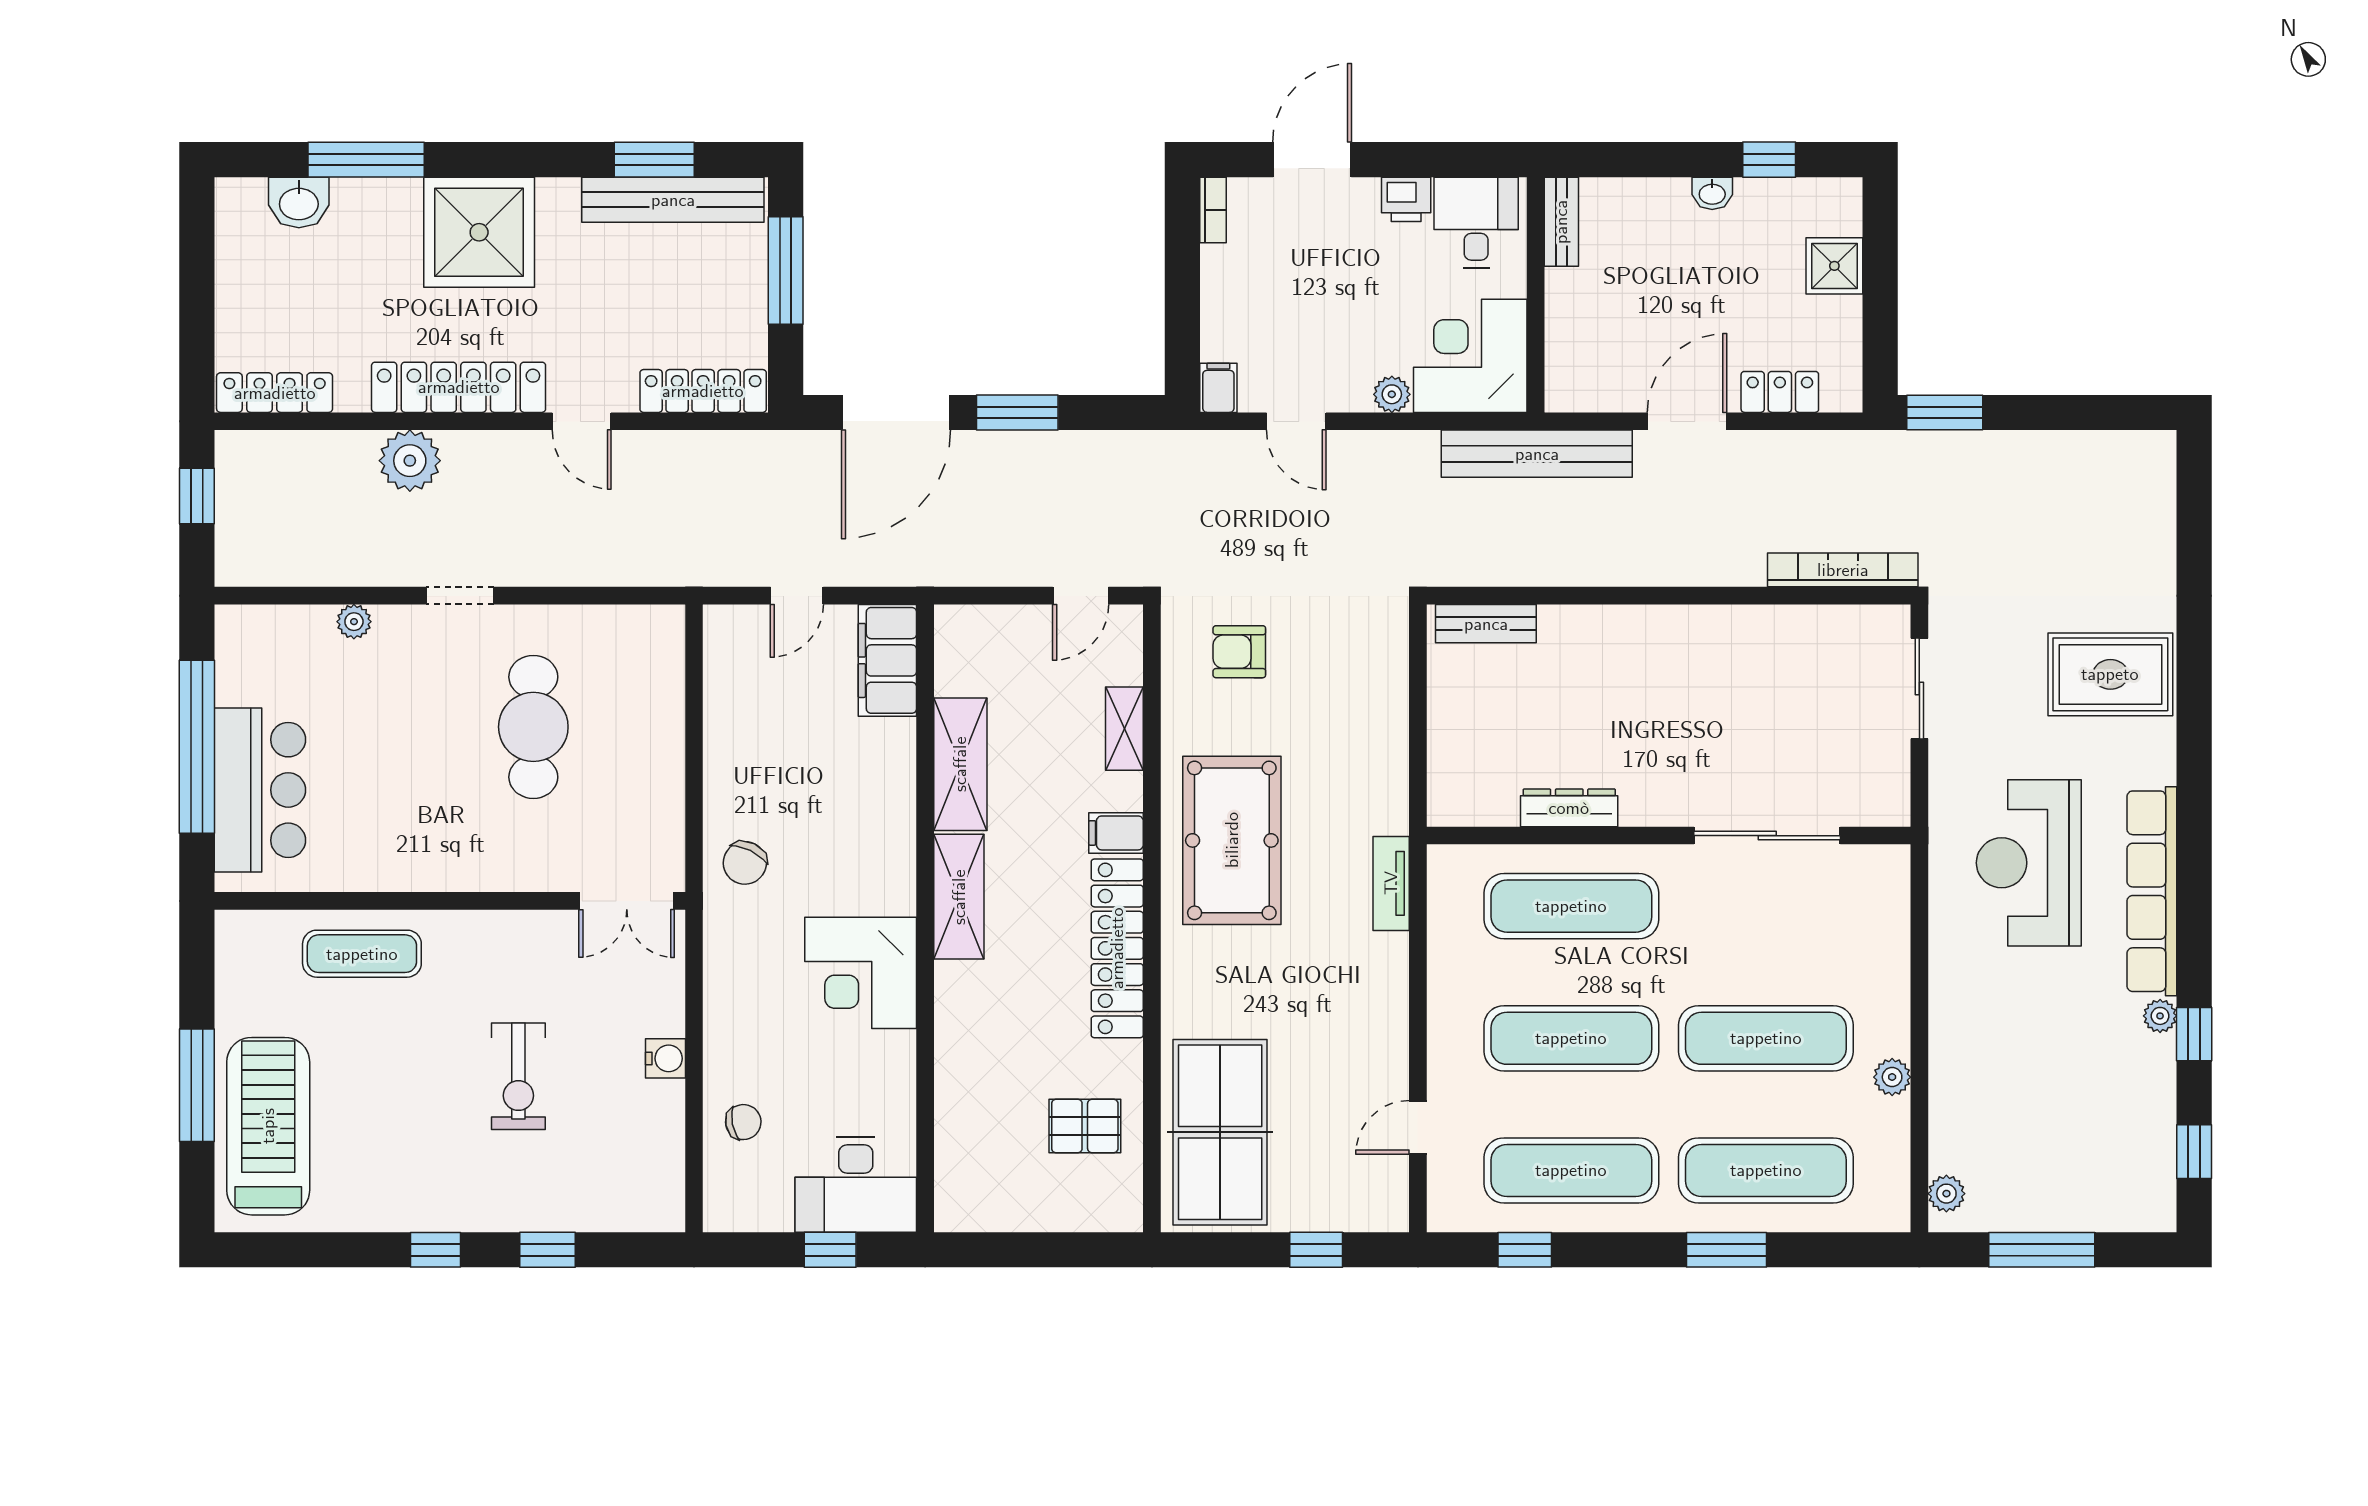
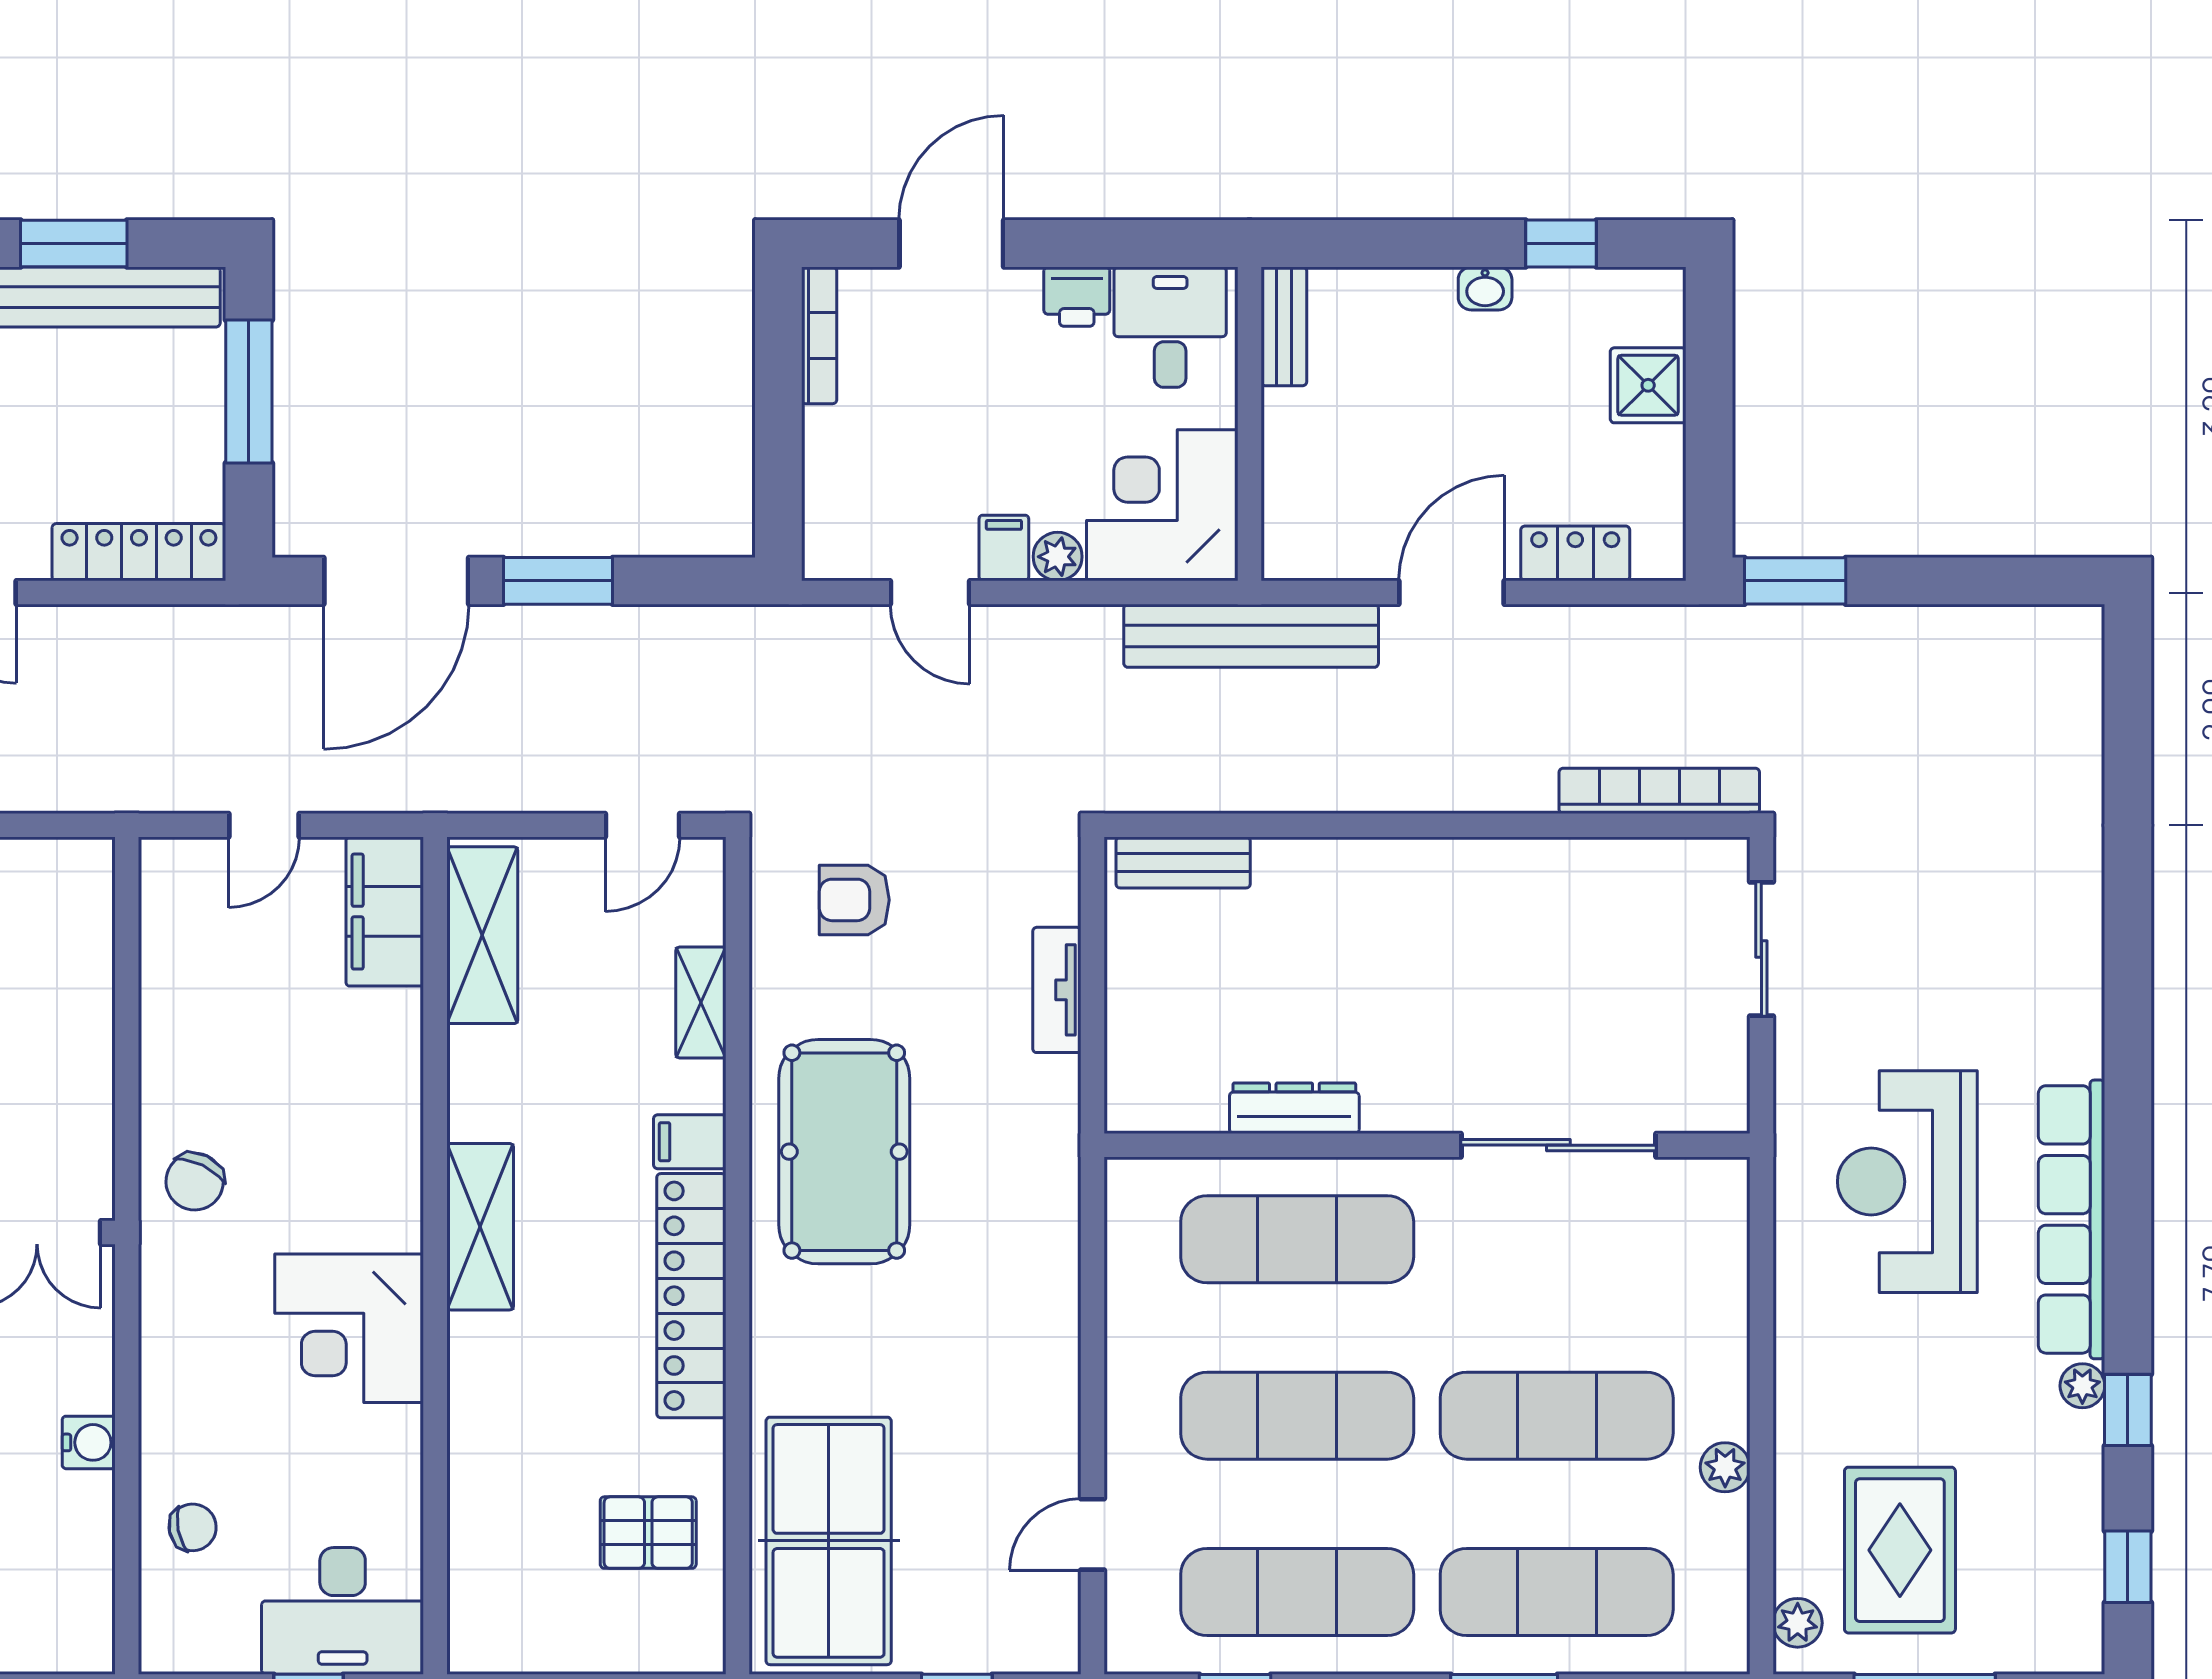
bookcase: (1213, 210) -> (819, 335), width x1.56
filing cabinet: (1218, 388) -> (1004, 548), moved
rug: (2110, 674) -> (1900, 1550), moved, turned 90
shelving: (960, 764) -> (482, 935), moved
tv unit: (1391, 883) -> (1057, 990), moved

